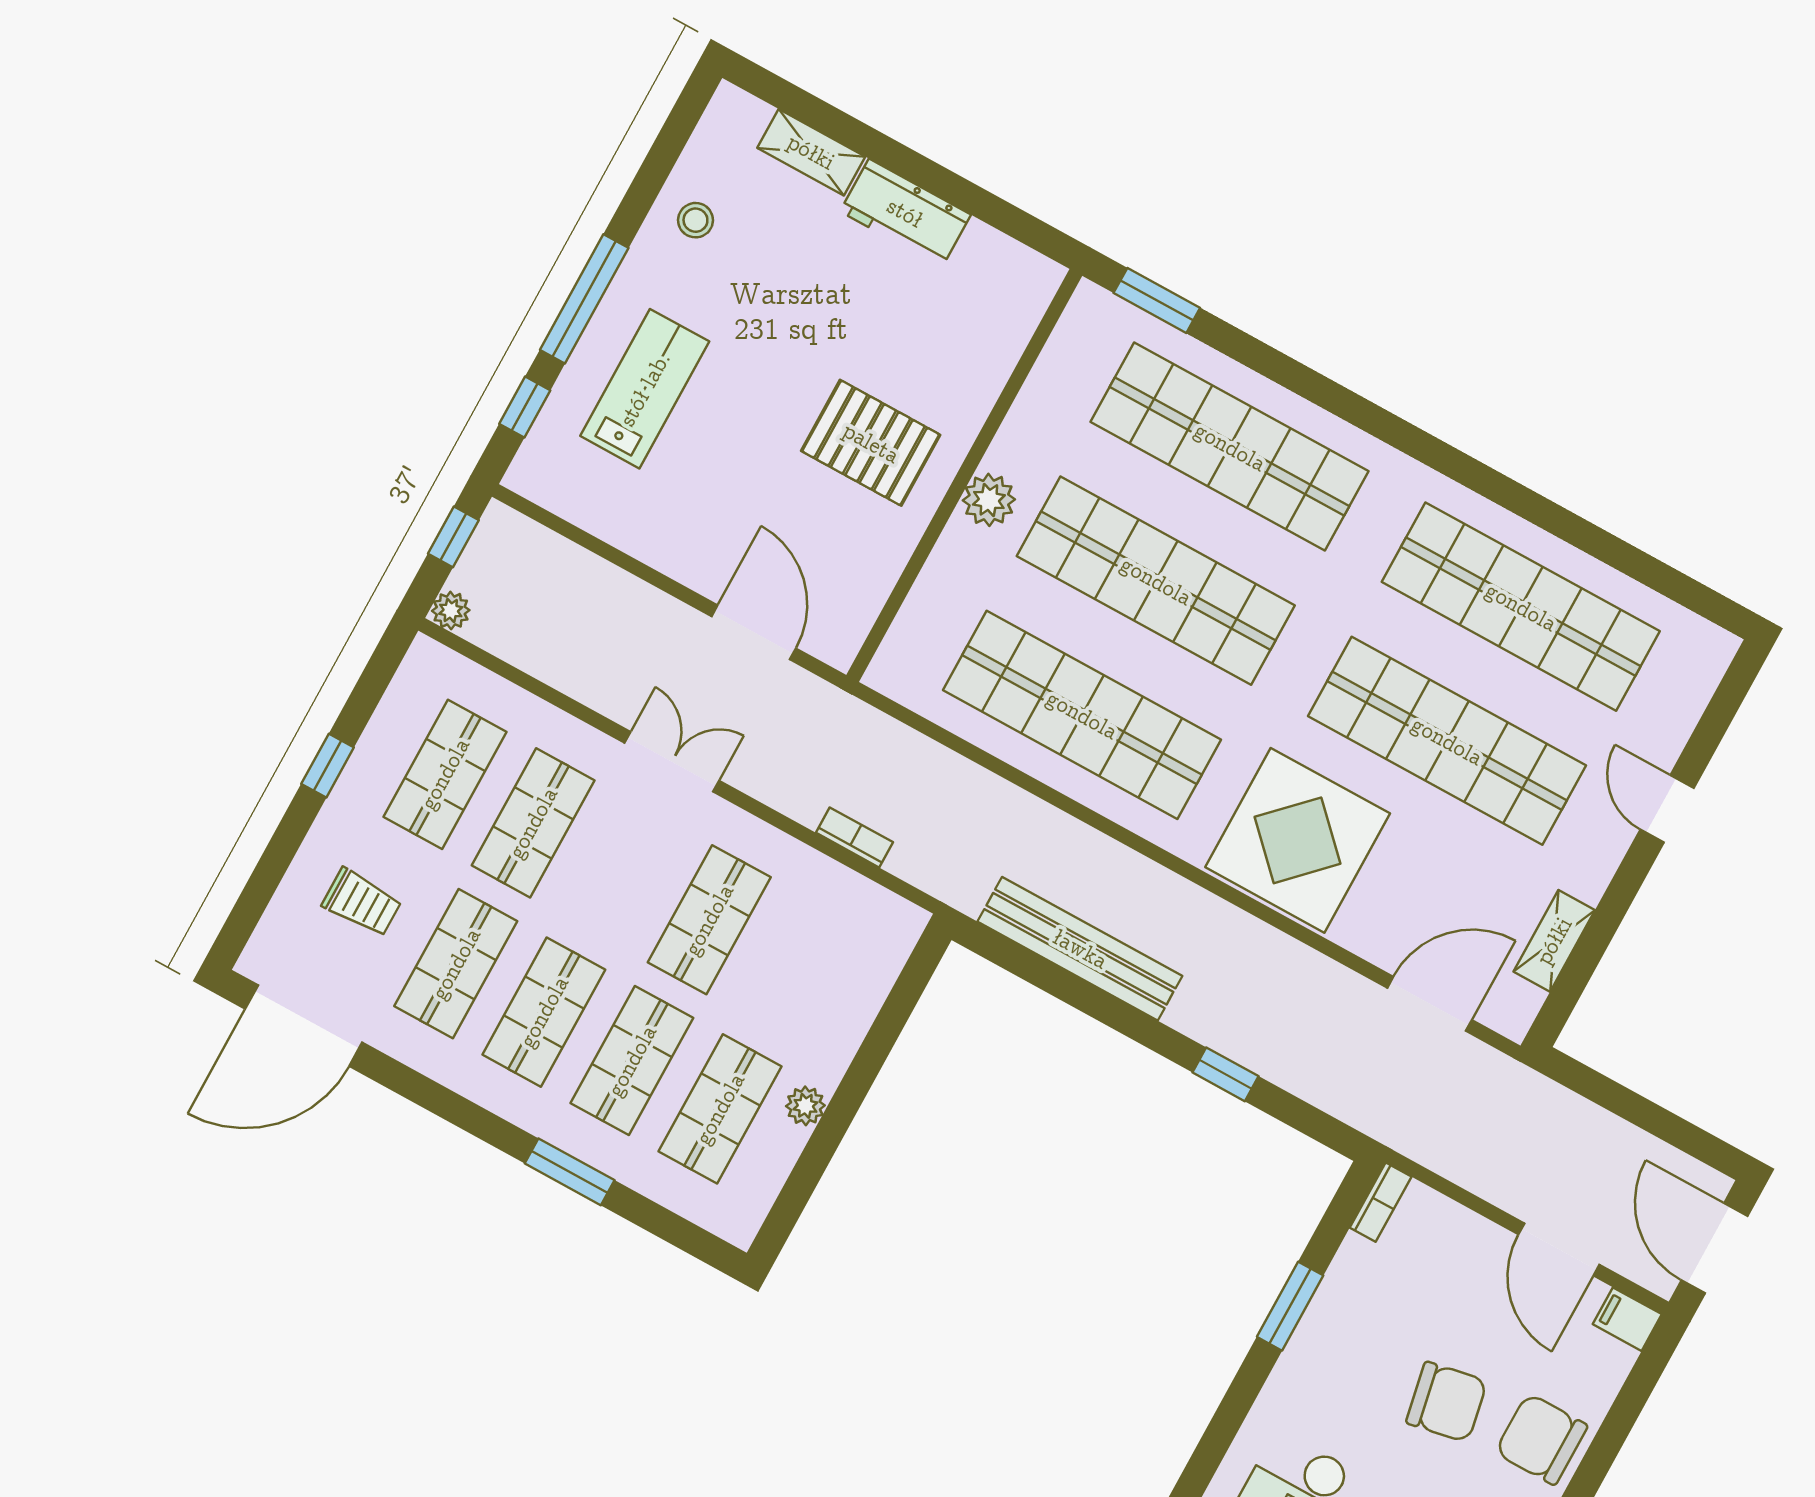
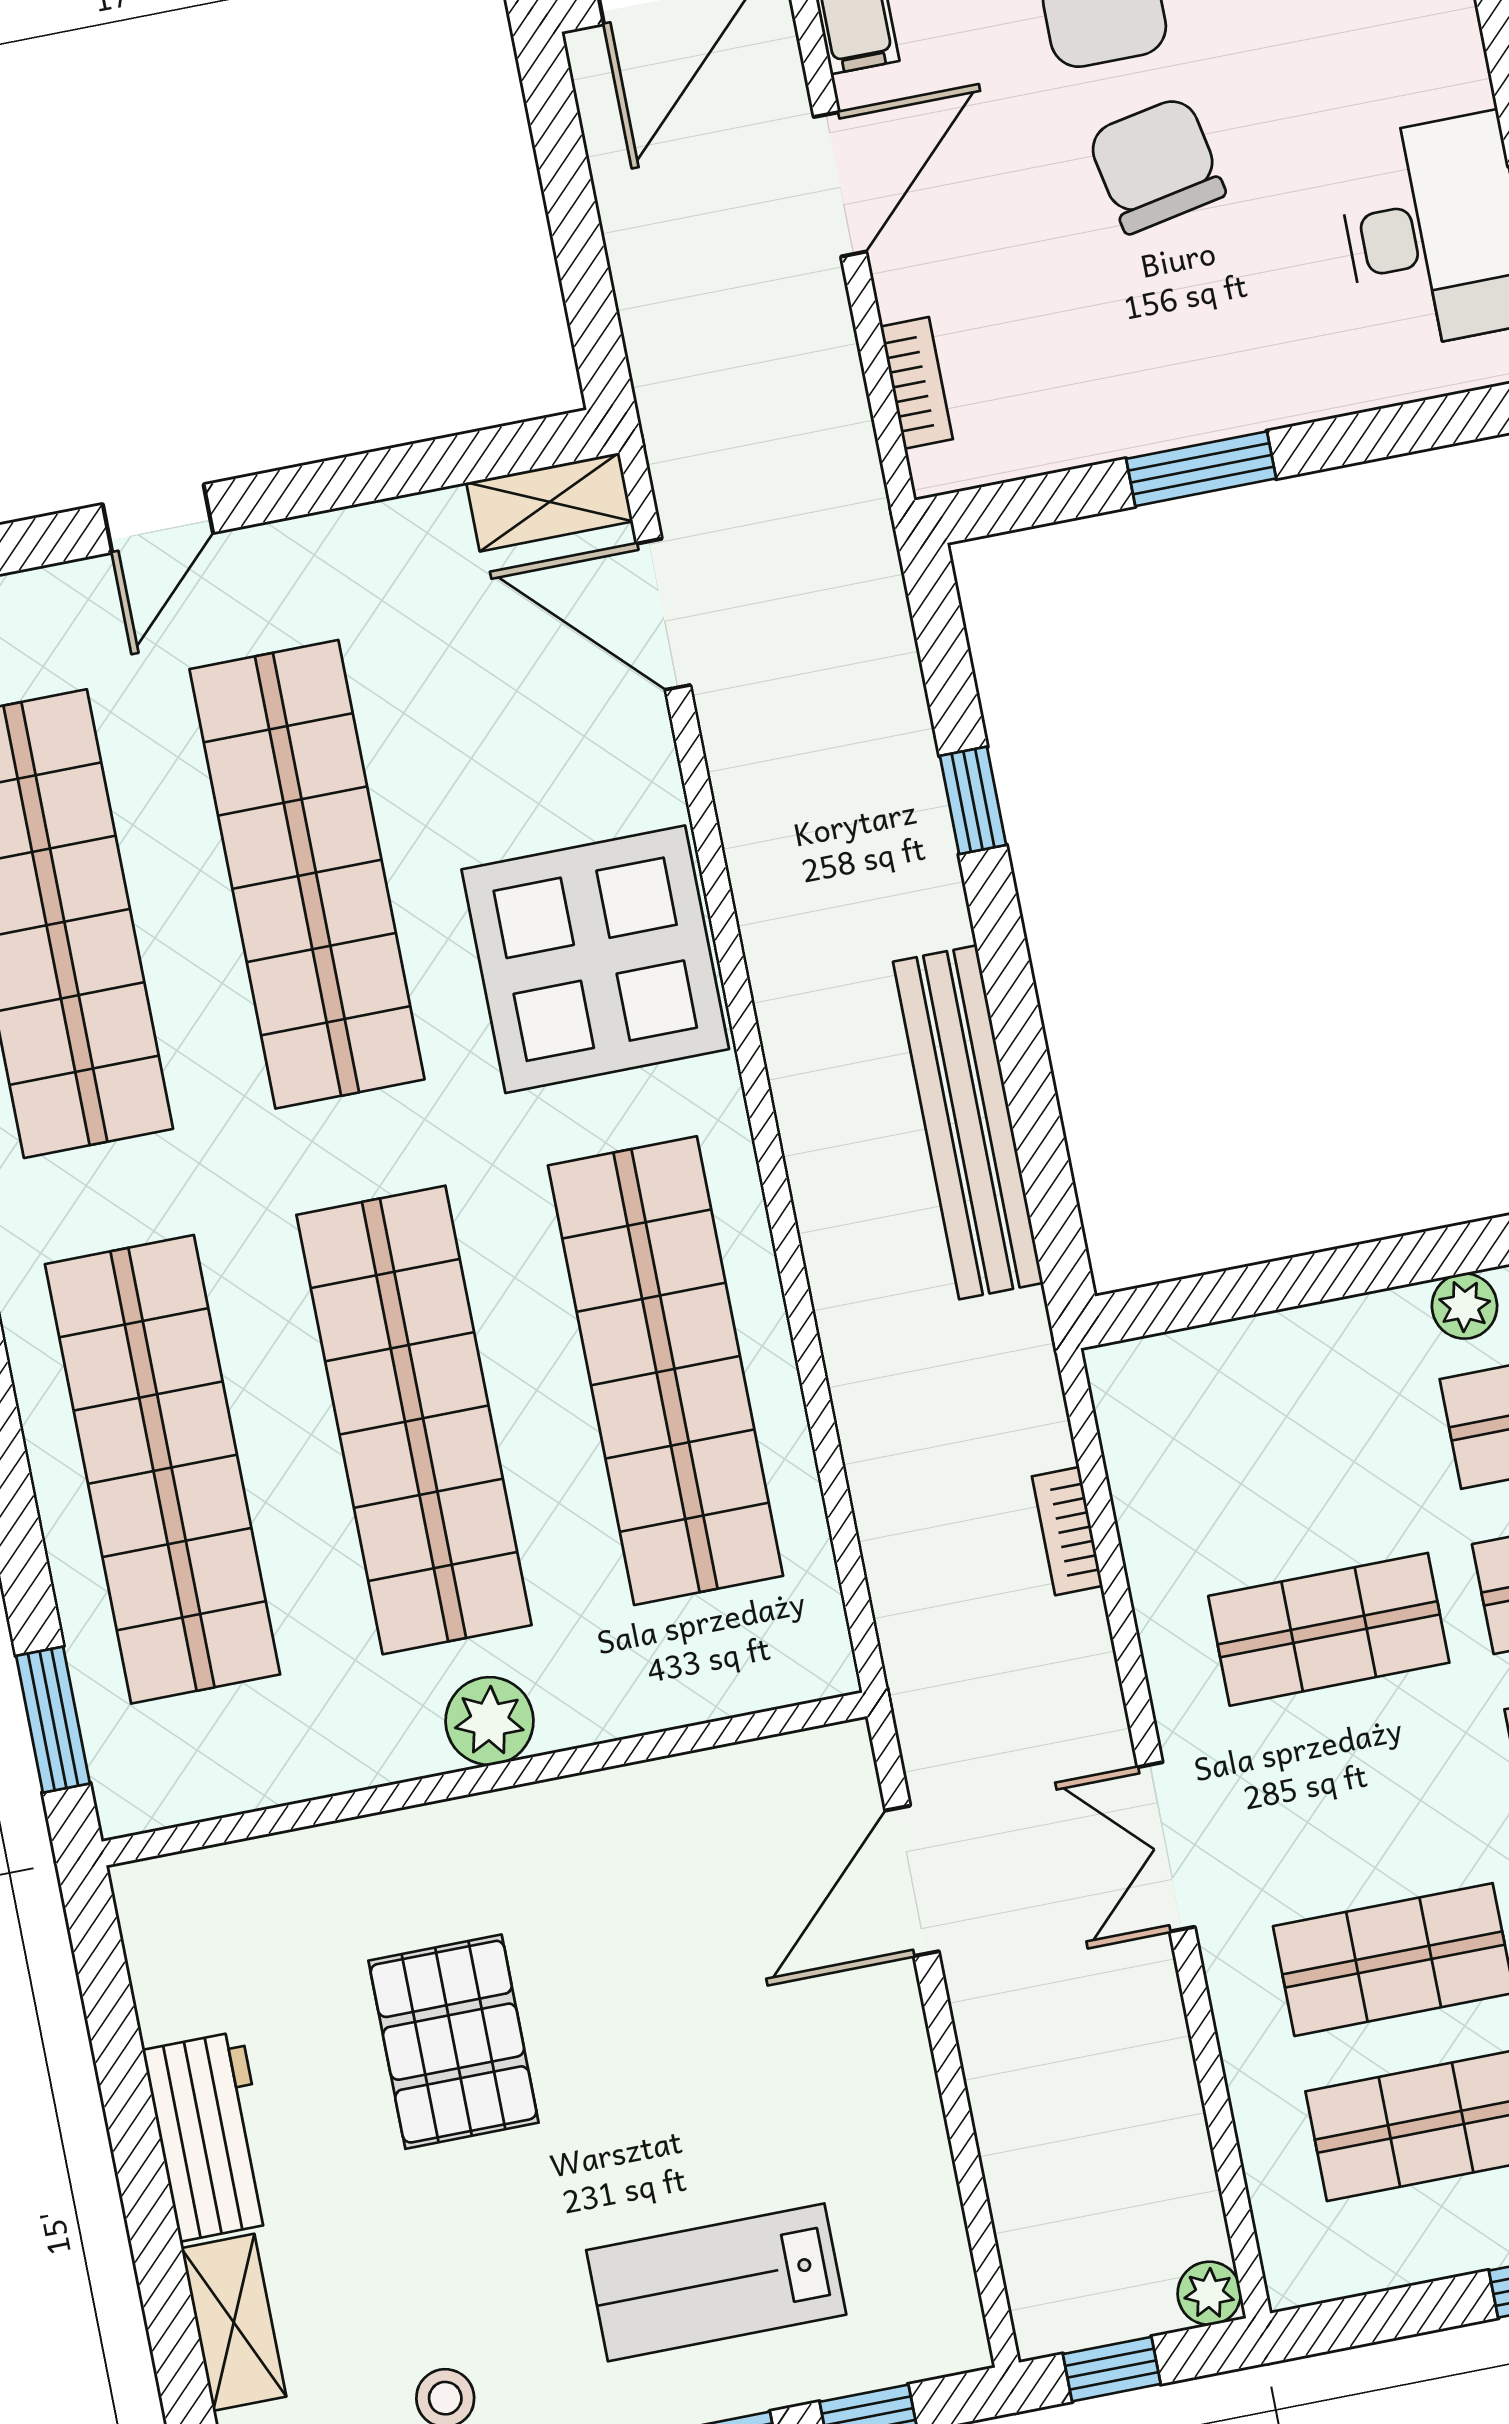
pallet: (871, 443) -> (453, 2042), moved
shelving: (1554, 941) -> (550, 502), moved
bookcase: (1381, 1202) -> (917, 383), moved, turned 90

